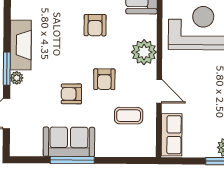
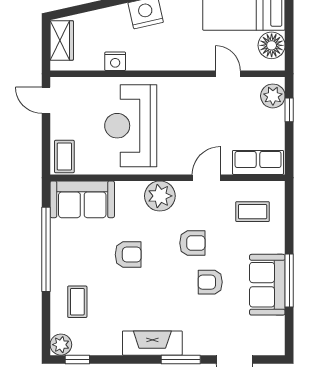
plant: (17, 78) -> (192, 347), removed
armchair: (71, 94) -> (210, 282), turned 90
coffee table: (129, 116) -> (253, 212), moved, turned 90

